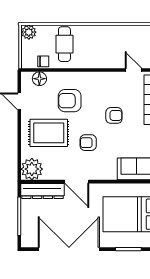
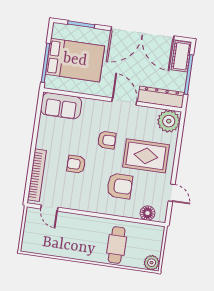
chair: (43, 61) -> (141, 230), removed
cot: (29, 233) -> (181, 56), added

